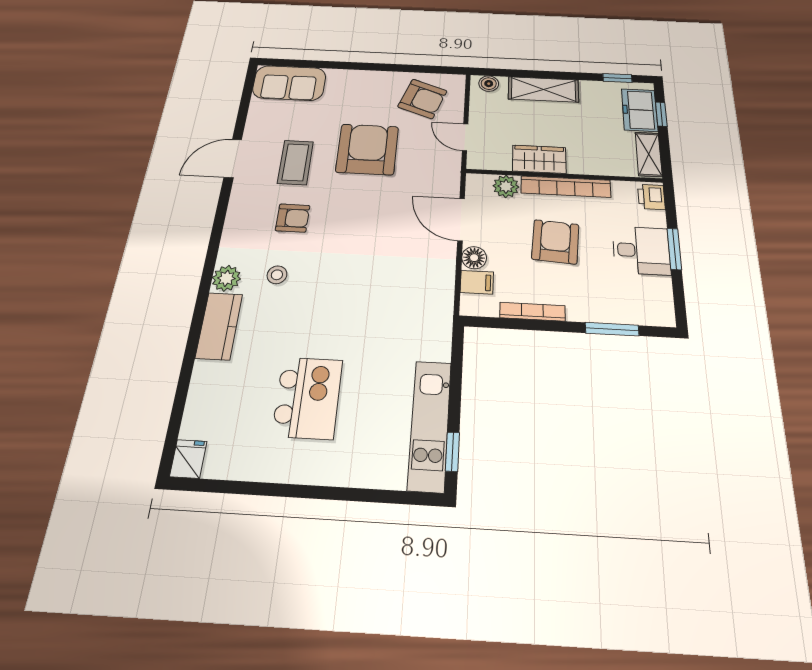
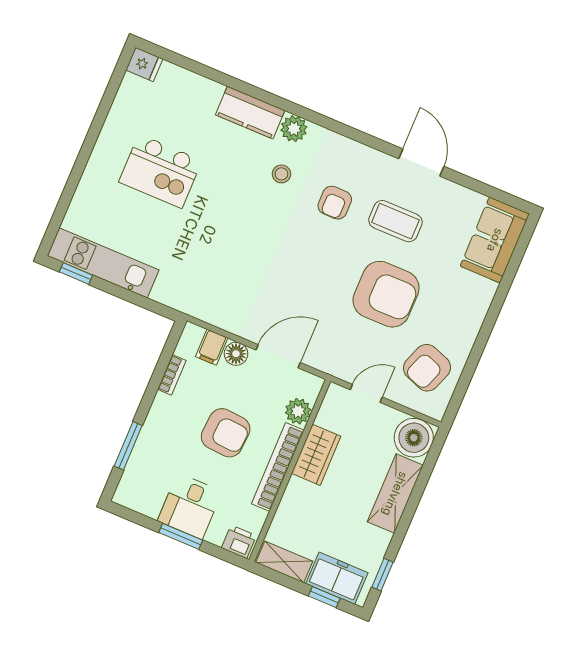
boiler: (489, 84) -> (414, 438), width x1.86, depth x1.86
bookcase: (532, 312) -> (172, 375), width x0.64

